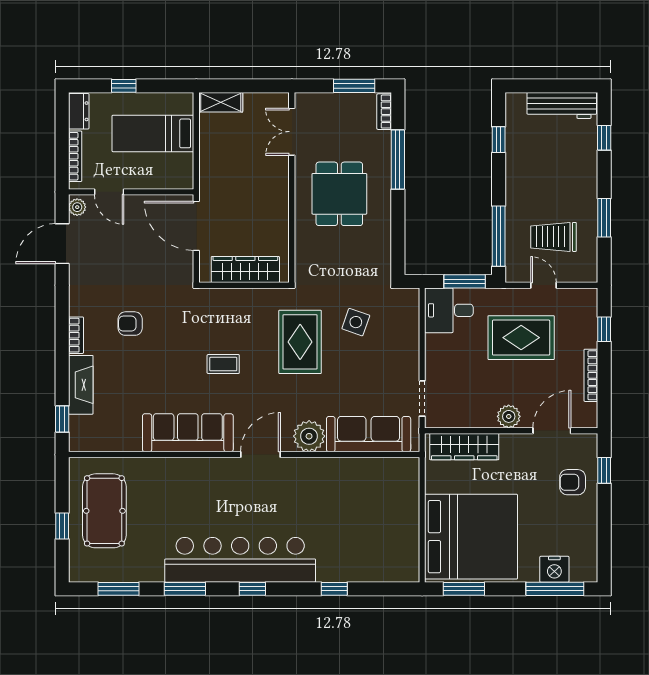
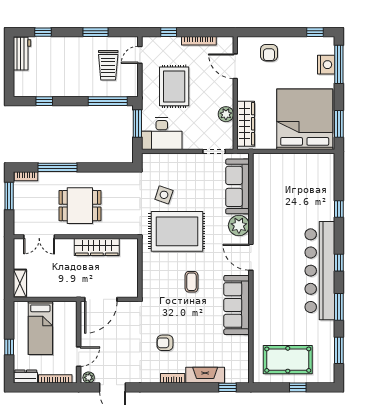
workbench: (562, 105) -> (22, 54), width x0.73
wardrobe: (245, 269) -> (97, 247), moved, turned -90
door: (544, 285) -> (140, 55), moved
desk: (449, 310) -> (162, 134), width x1.37
armchair: (130, 324) -> (165, 343), turned 90
rug: (300, 342) -> (177, 231), width x1.37, depth x1.44
plant: (509, 416) -> (226, 114), moved
window: (604, 470) -> (315, 32), moved

